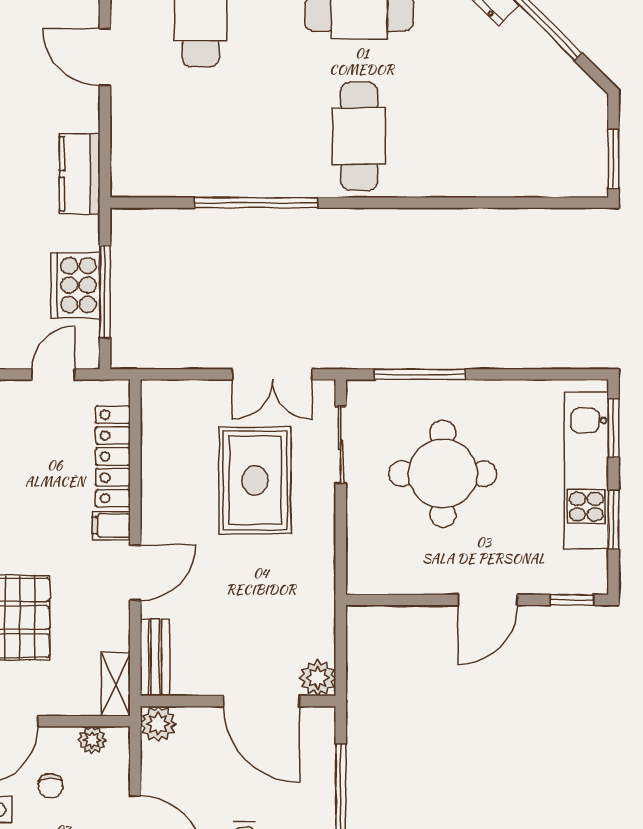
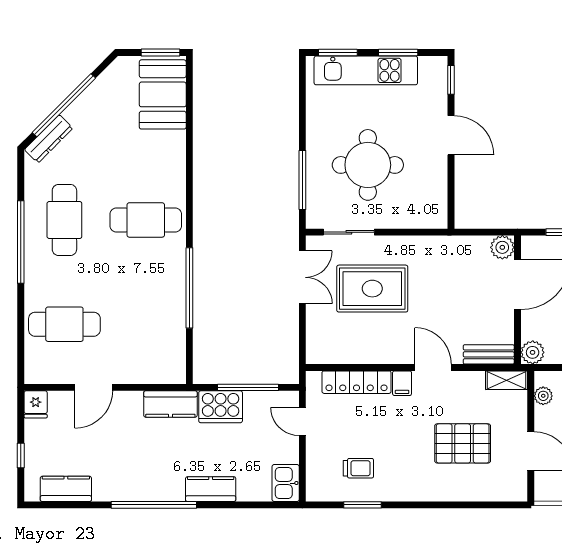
booth: (550, 162) -> (163, 94), added
cooker: (76, 285) -> (221, 407), moved

